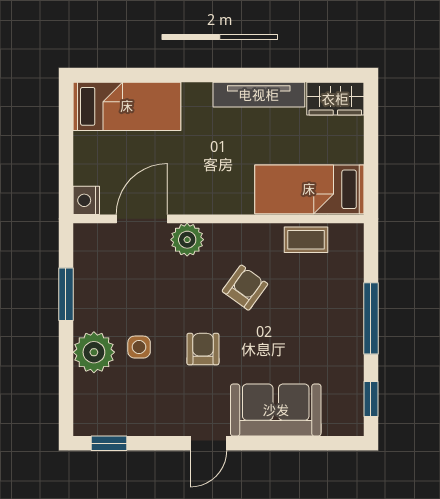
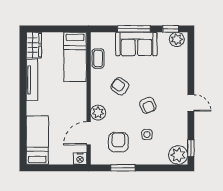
door: (142, 219) -> (89, 133), hinge flipped
armchair: (122, 284) -> (118, 142), added
armchair: (203, 349) -> (148, 105), turned -112
plant: (94, 352) -> (178, 155), moved
sofa: (276, 410) -> (136, 44), moved, turned -90
plant: (348, 413) -> (177, 39), added

